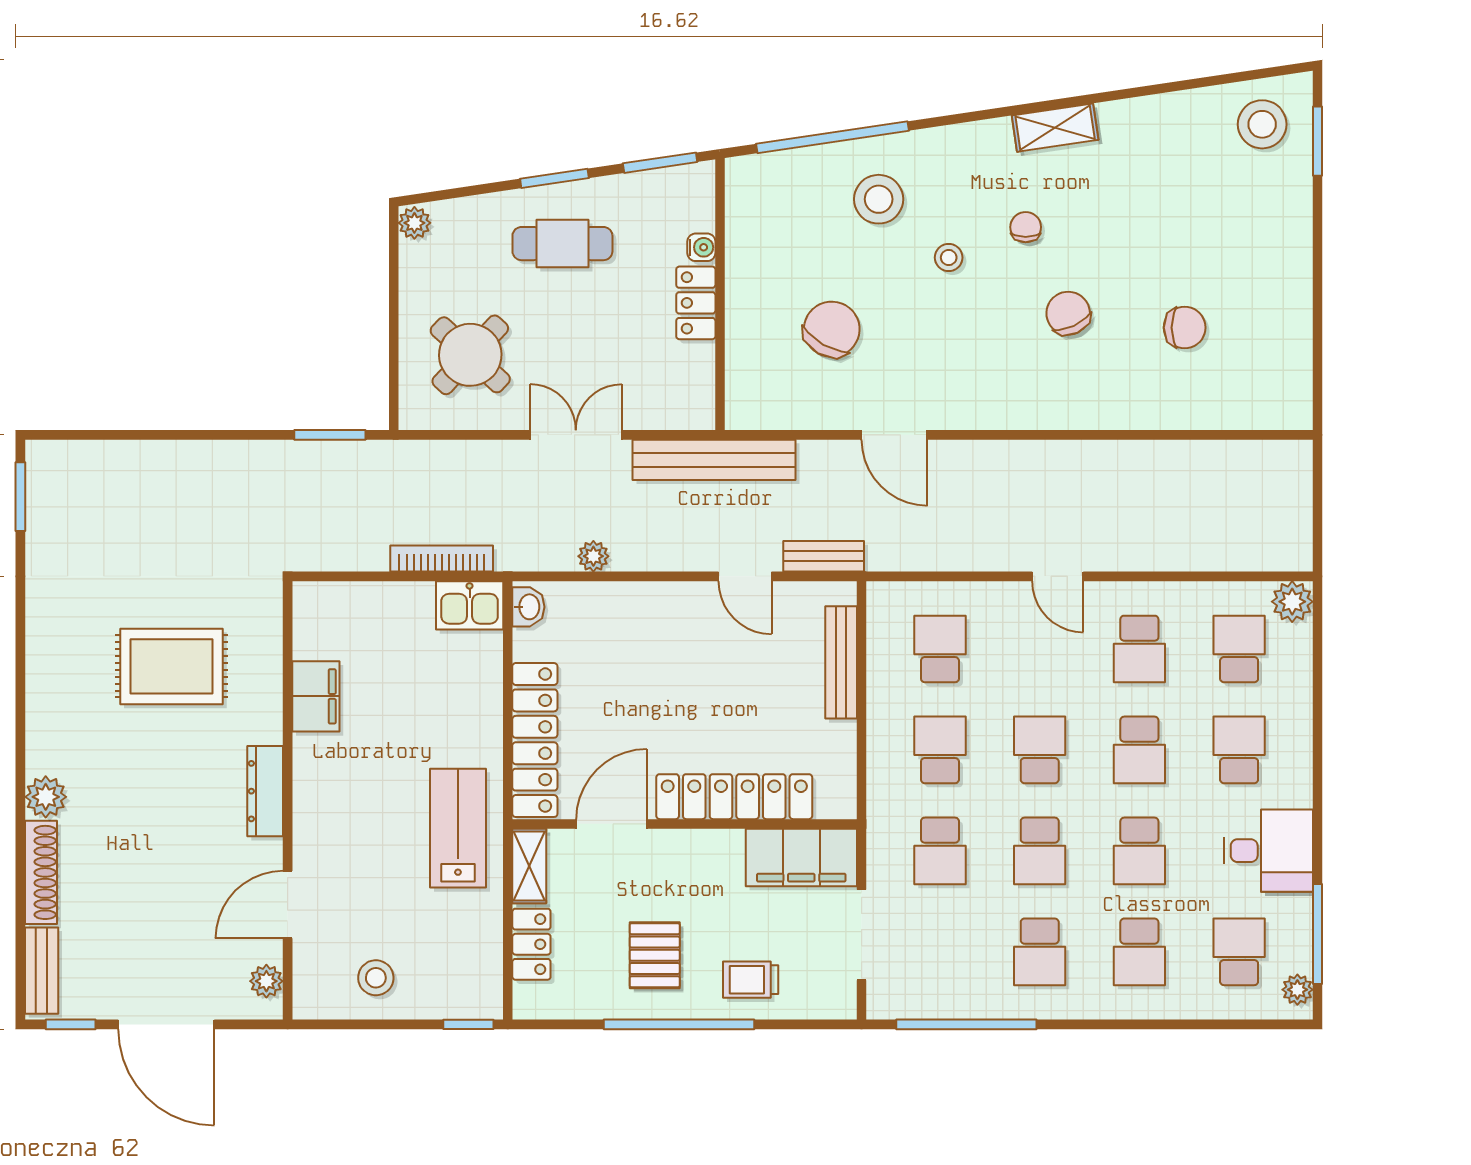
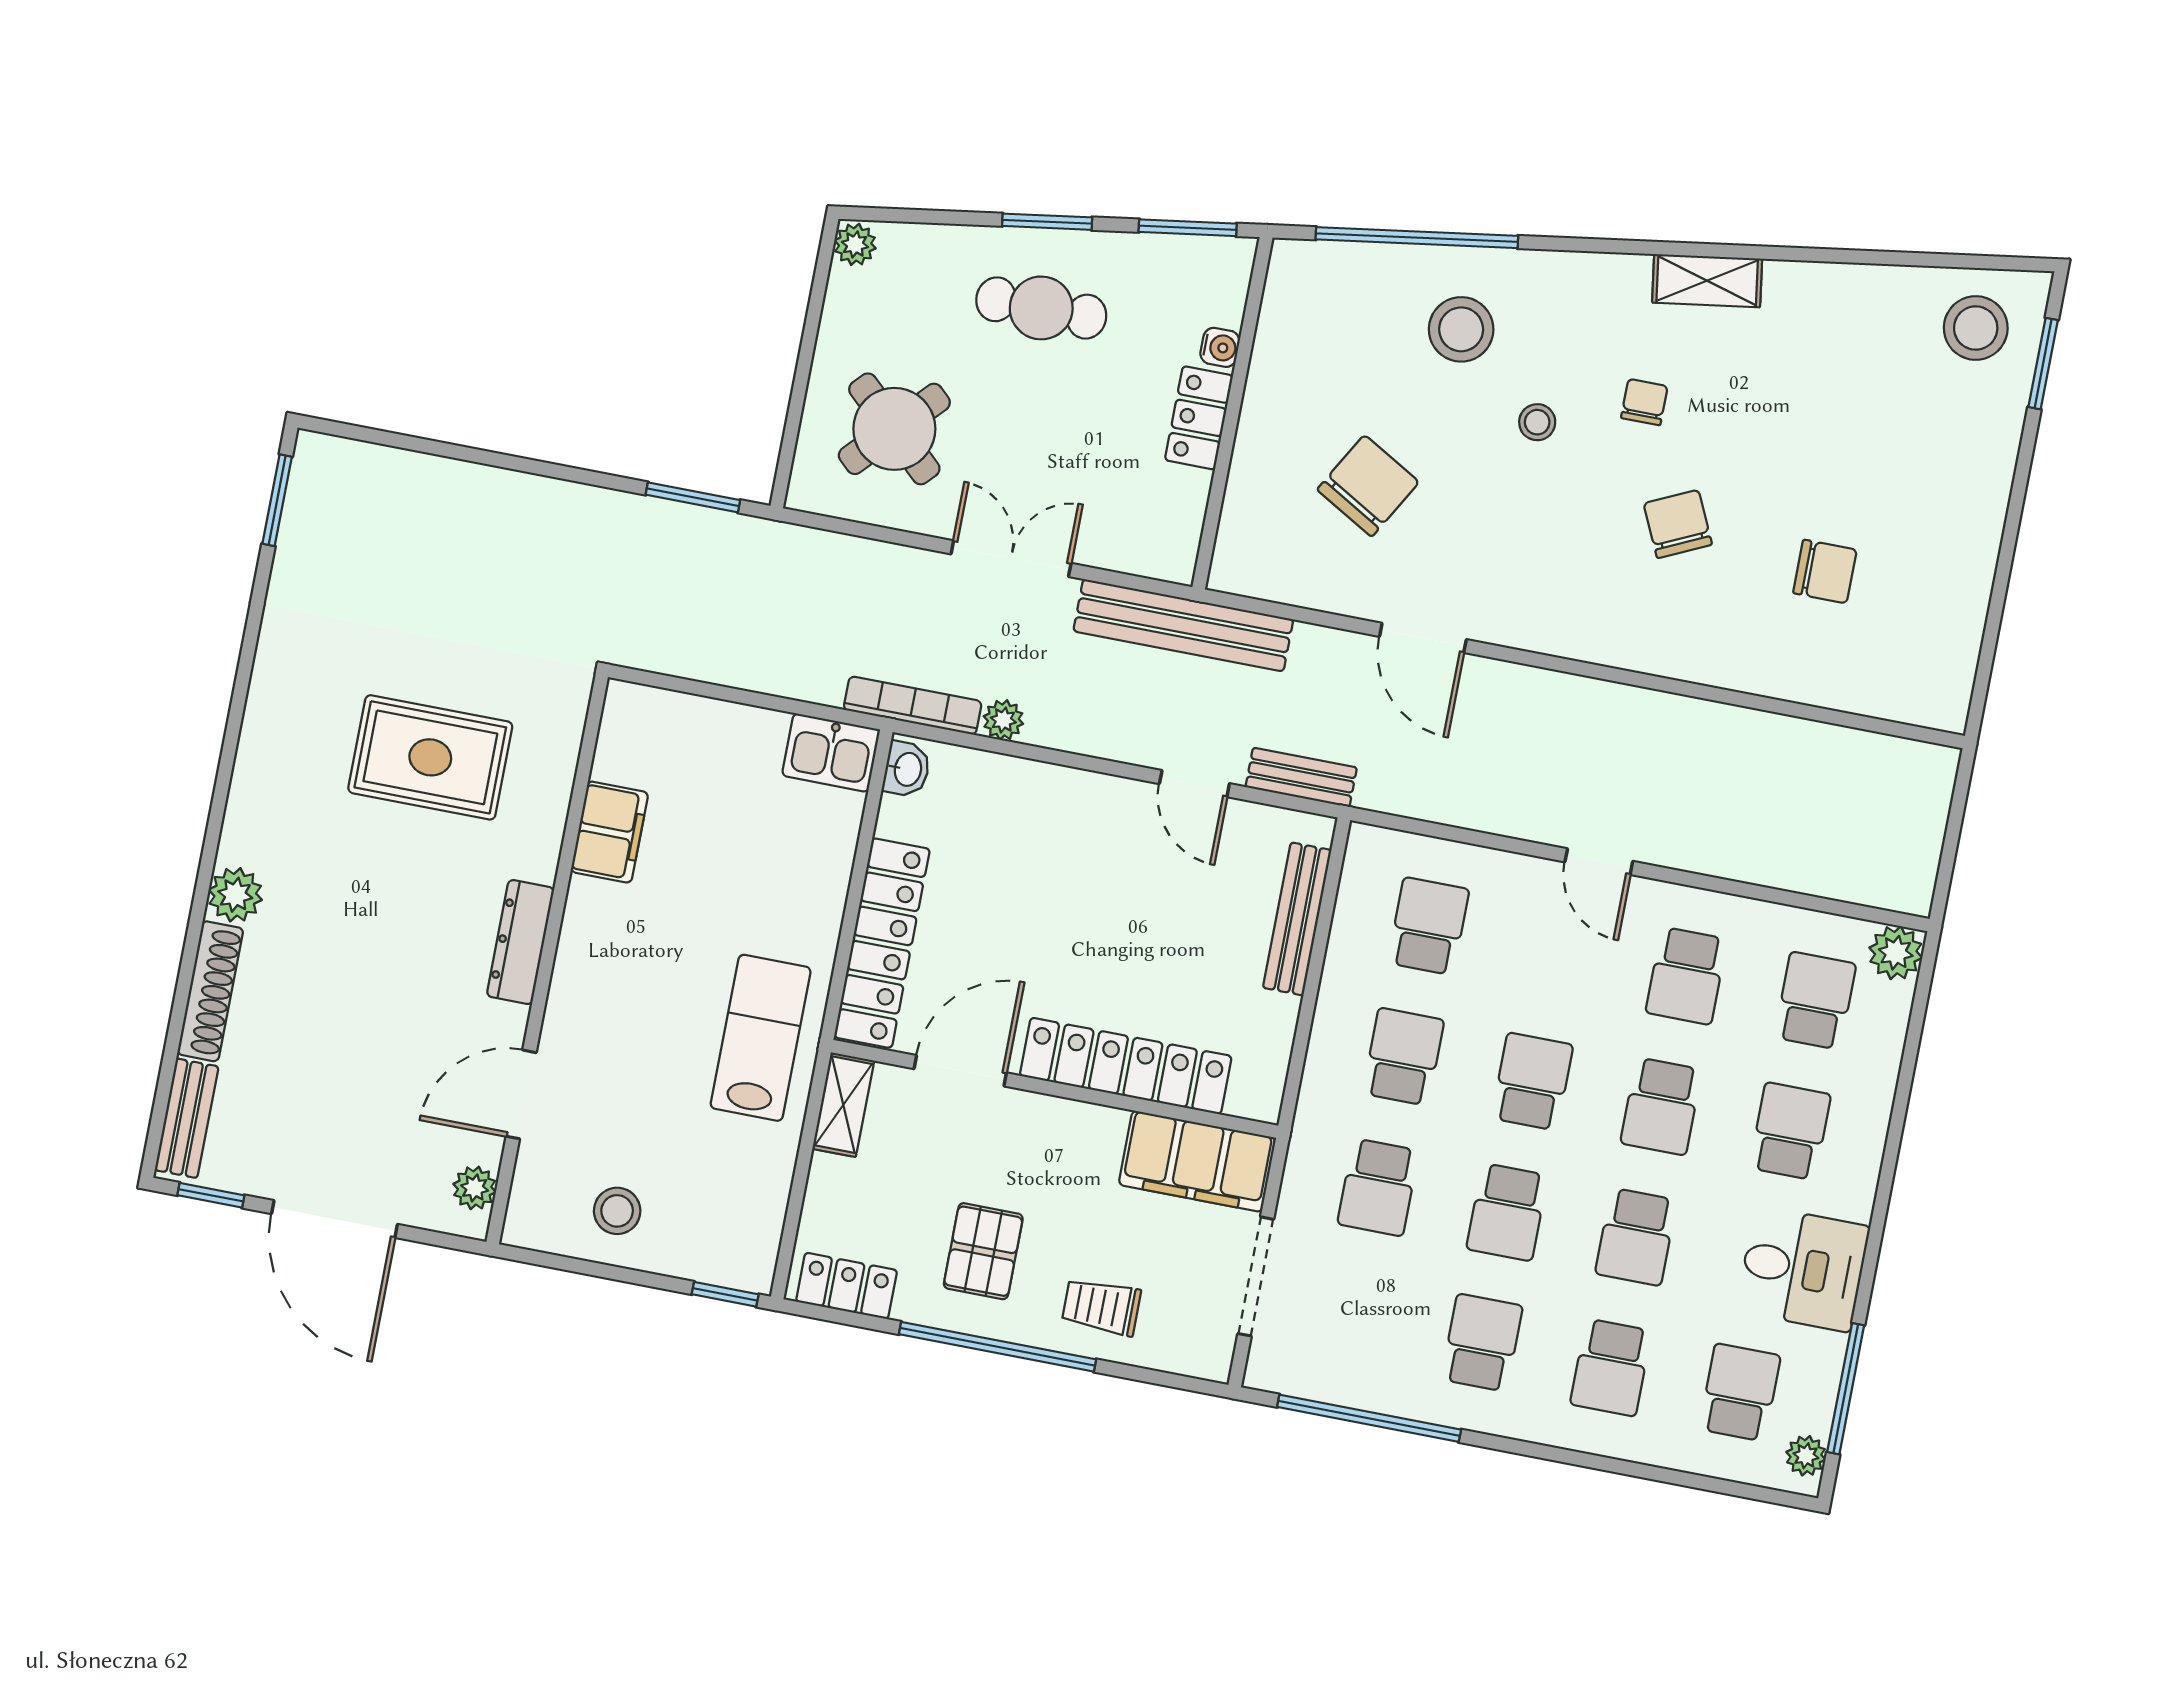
bookcase: (442, 558) -> (913, 706), moved
locker: (531, 944) -> (847, 1286), moved, turned -90
school desk: (1040, 952) -> (1482, 1343), turned 180

